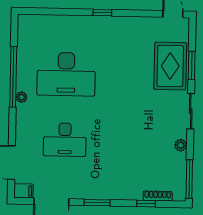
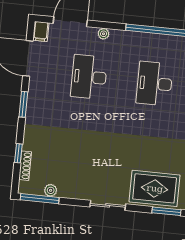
window: (192, 65) -> (166, 211), moved
desk: (66, 74) -> (155, 83), width x0.73, depth x0.77
plant: (22, 97) -> (104, 34), moved
plant: (181, 145) -> (51, 190), moved

